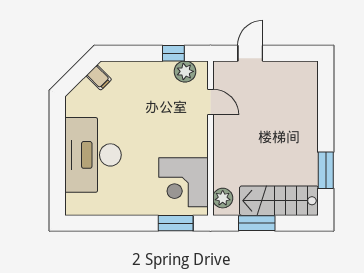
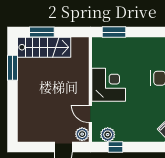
corner desk: (183, 182) -> (109, 85), moved
plant: (223, 198) -> (82, 134), moved
window: (257, 223) -> (42, 32), moved

